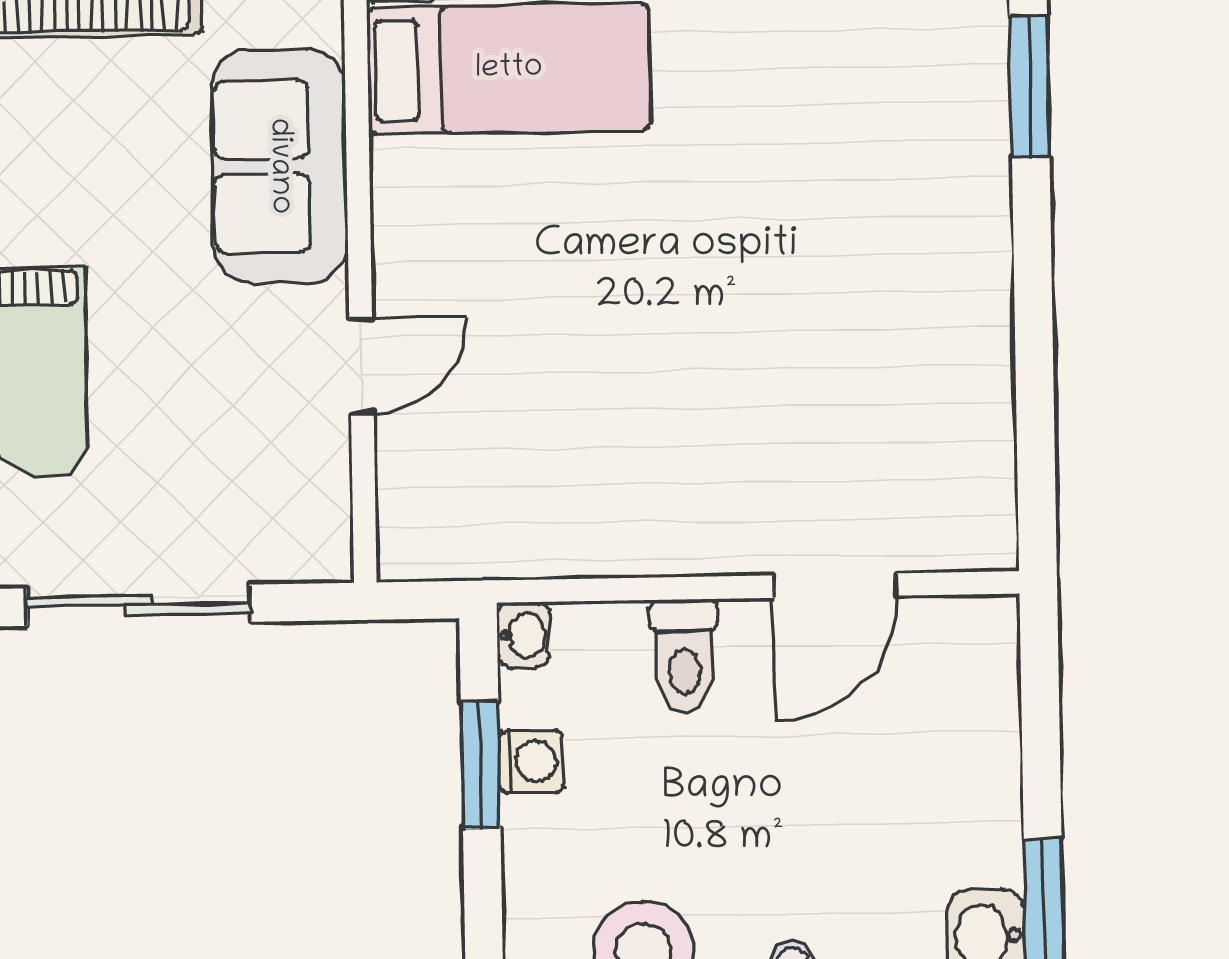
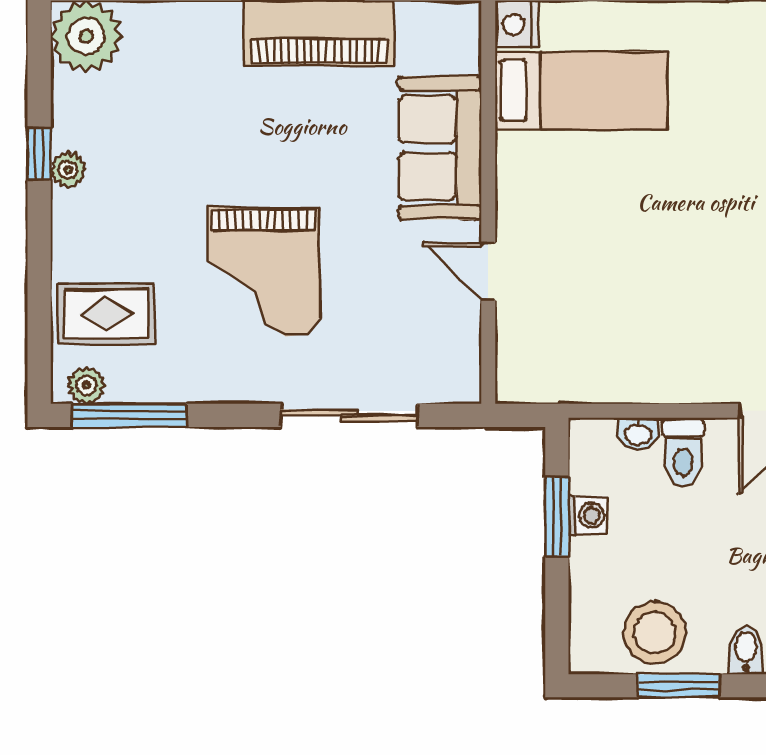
door: (361, 366) -> (488, 271), swing flipped
washbasin: (524, 635) -> (638, 434), moved, turned 90

